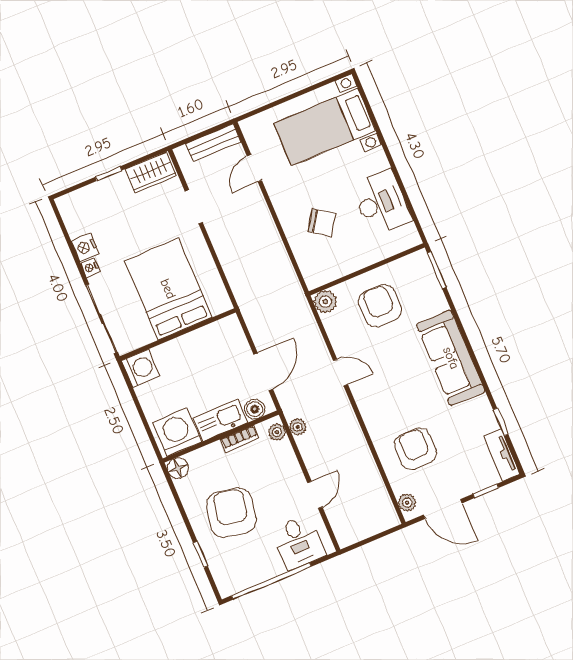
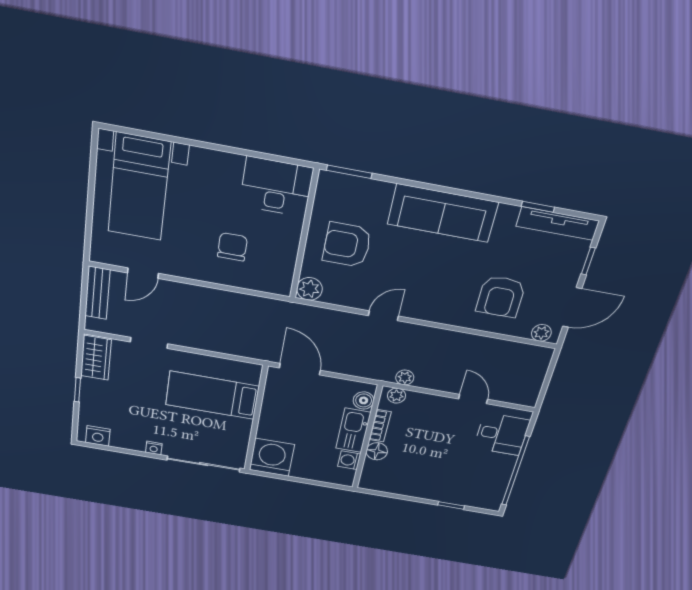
door: (254, 168) -> (143, 273), hinge flipped
desk: (381, 203) -> (276, 187), moved
chair: (322, 222) -> (232, 247), turned -34
nightstand: (85, 247) -> (98, 436), moved
bed: (168, 289) -> (212, 395), width x0.67
washing machine: (140, 368) -> (272, 457), width x1.37, depth x1.37
door: (263, 372) -> (300, 369), moved
washing machine: (177, 432) -> (349, 460), width x0.53, depth x0.53
armchair: (415, 449) -> (501, 297), turned -90
tv unit: (502, 455) -> (558, 224), width x1.41
floor lamp: (178, 468) -> (377, 451), moved
armchair: (231, 513) -> (436, 466), removed

